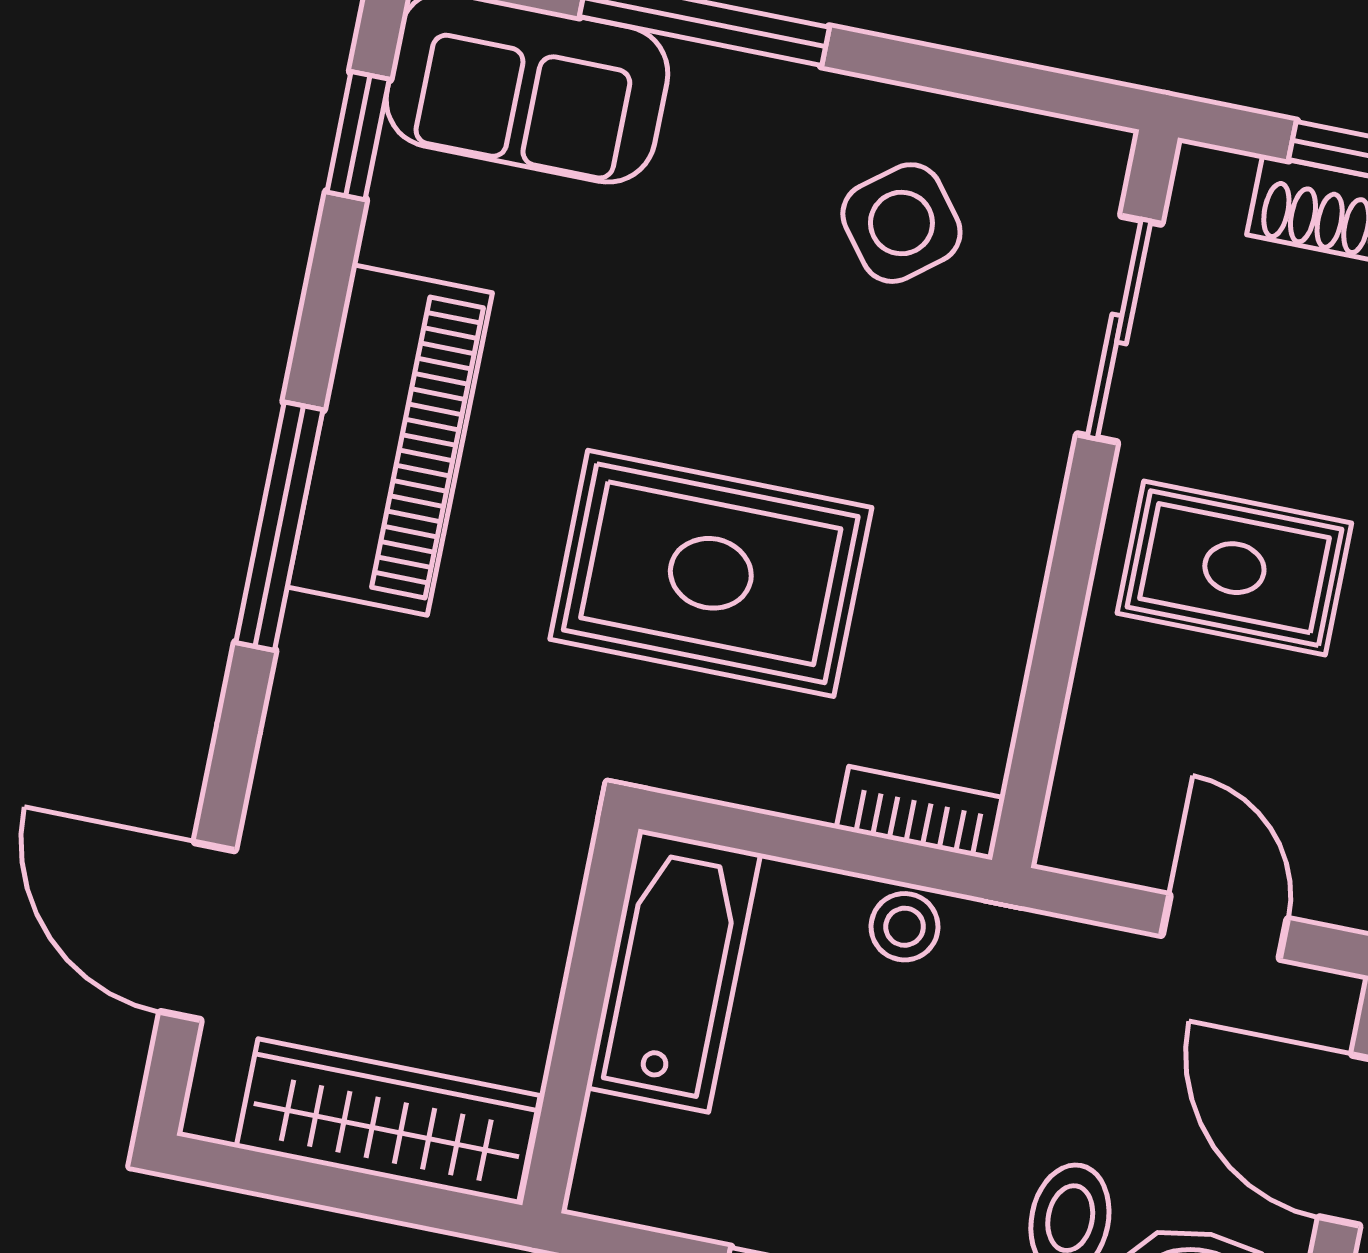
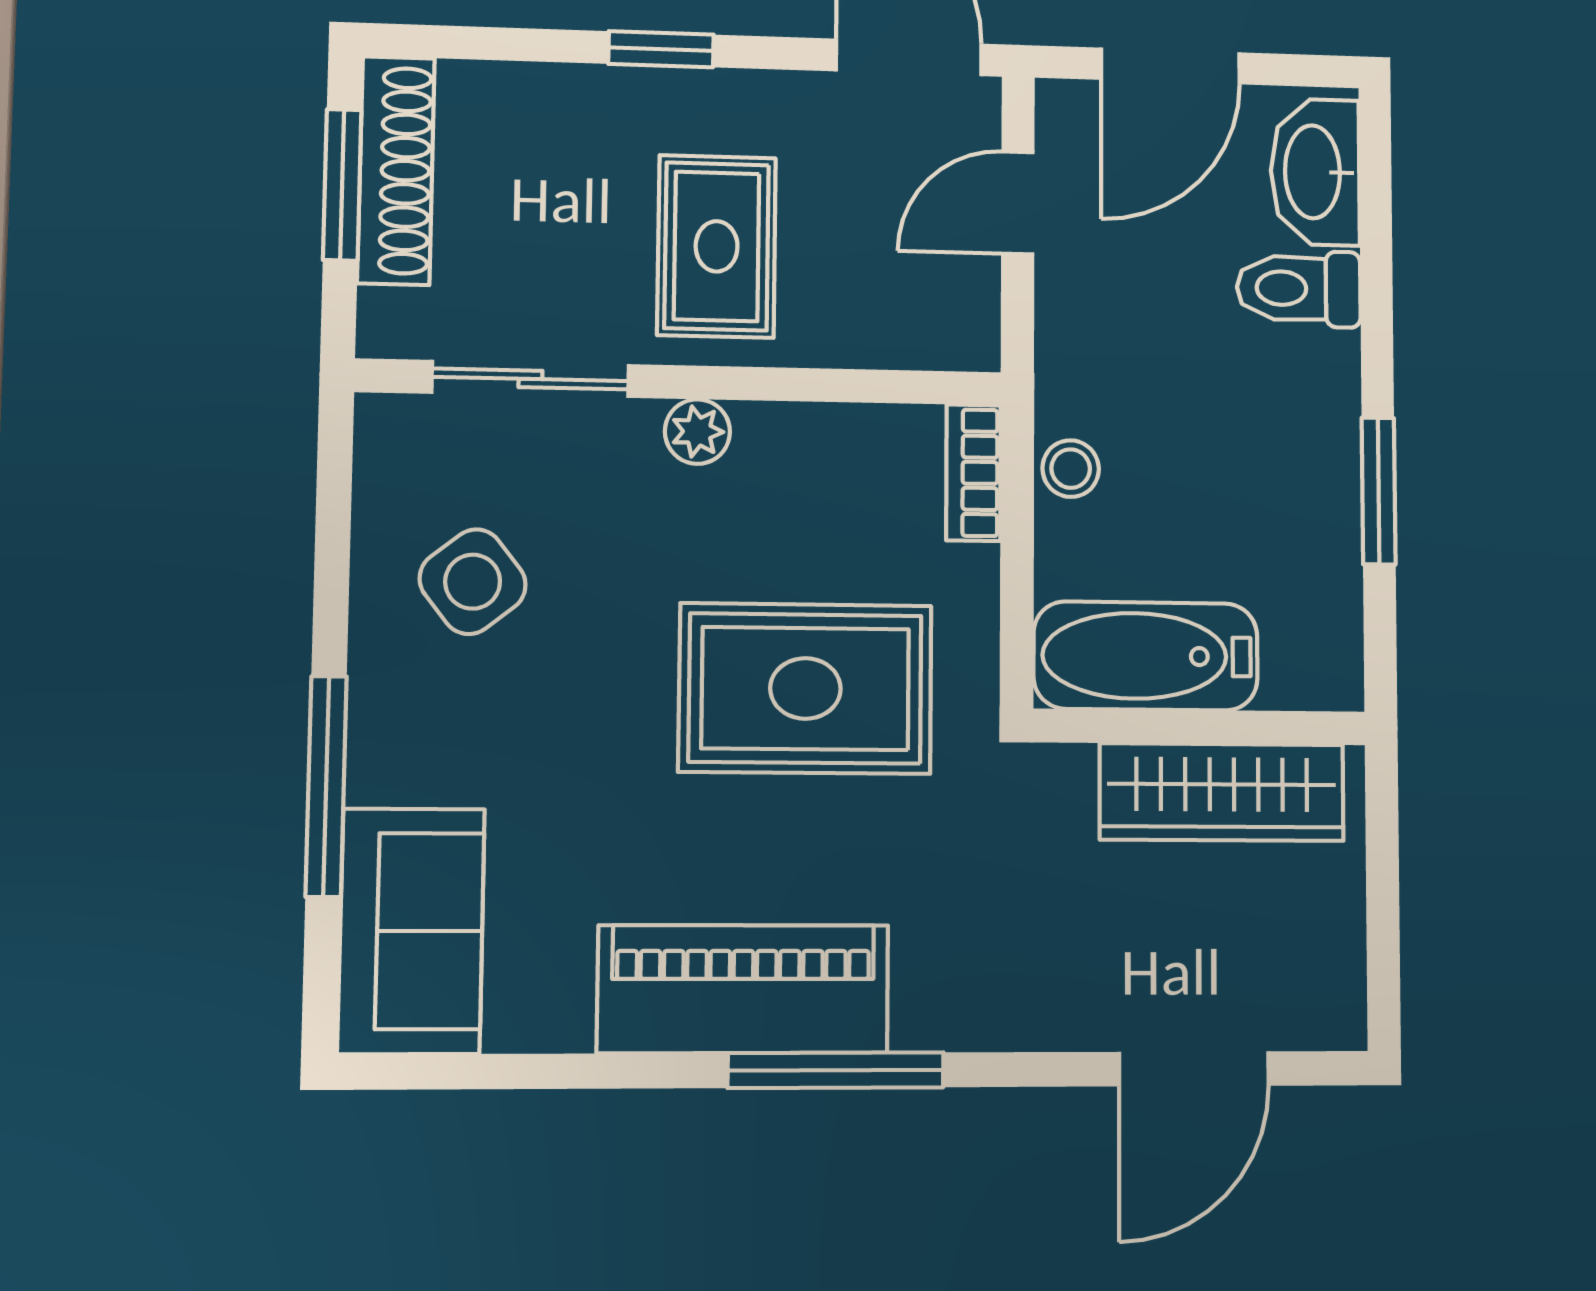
window: (358, 136) -> (482, 1072), removed
plant: (1025, 506) -> (697, 432), added
rug: (711, 573) -> (805, 688), turned 90
wardrobe: (388, 1122) -> (1222, 792), moved, turned -90

